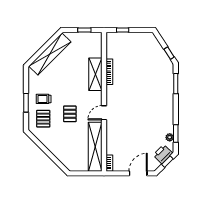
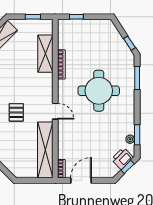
shelving: (95, 74) -> (45, 54), moved
round table: (142, 95) -> (99, 91), added
door: (104, 113) -> (55, 111), swing flipped
door: (138, 173) -> (81, 180), moved

